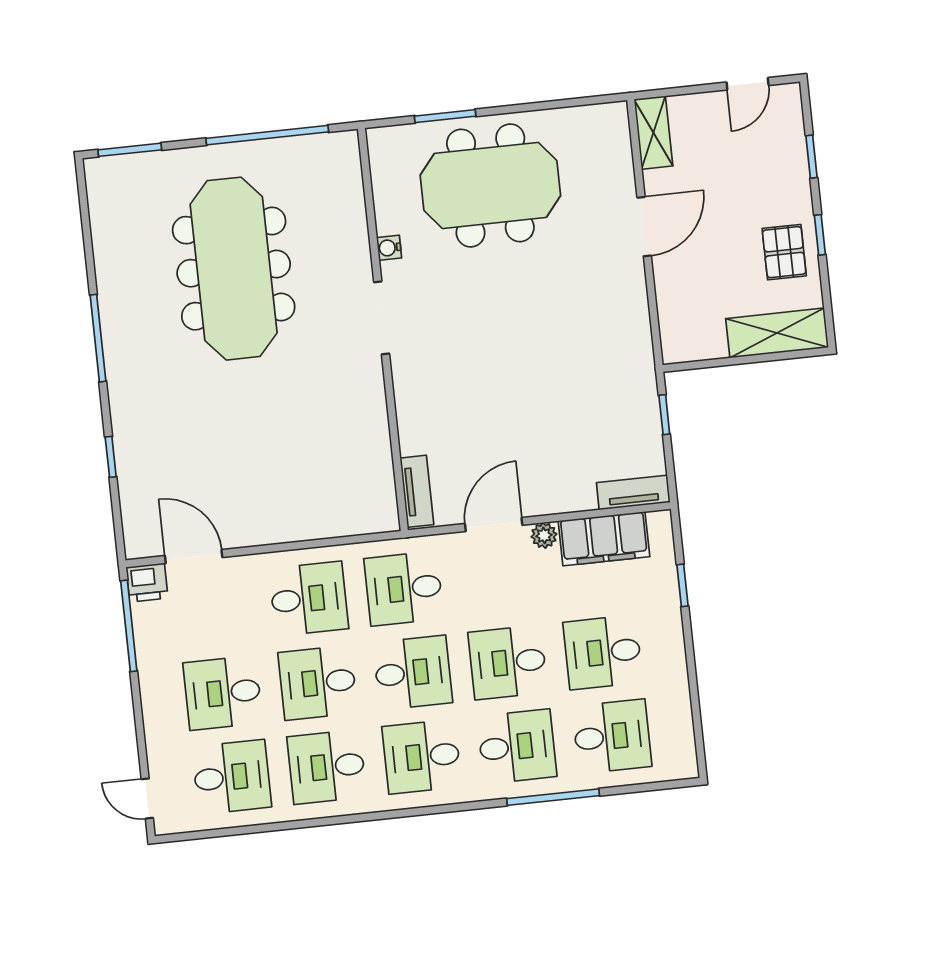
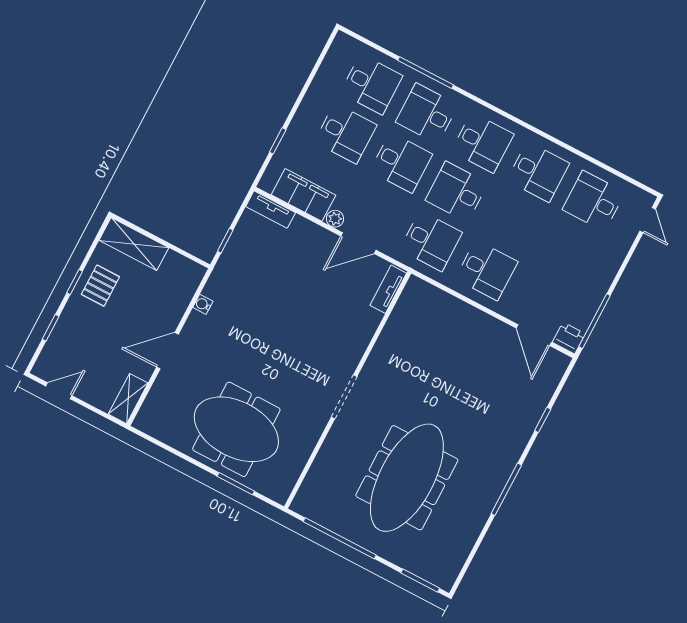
water cooler: (389, 248) -> (203, 304), moved, turned 180
desk: (309, 599) -> (486, 270), turned 180
desk: (318, 683) -> (512, 221), removed
desk: (223, 693) -> (568, 250), removed
desk: (612, 736) -> (371, 84), turned 180

